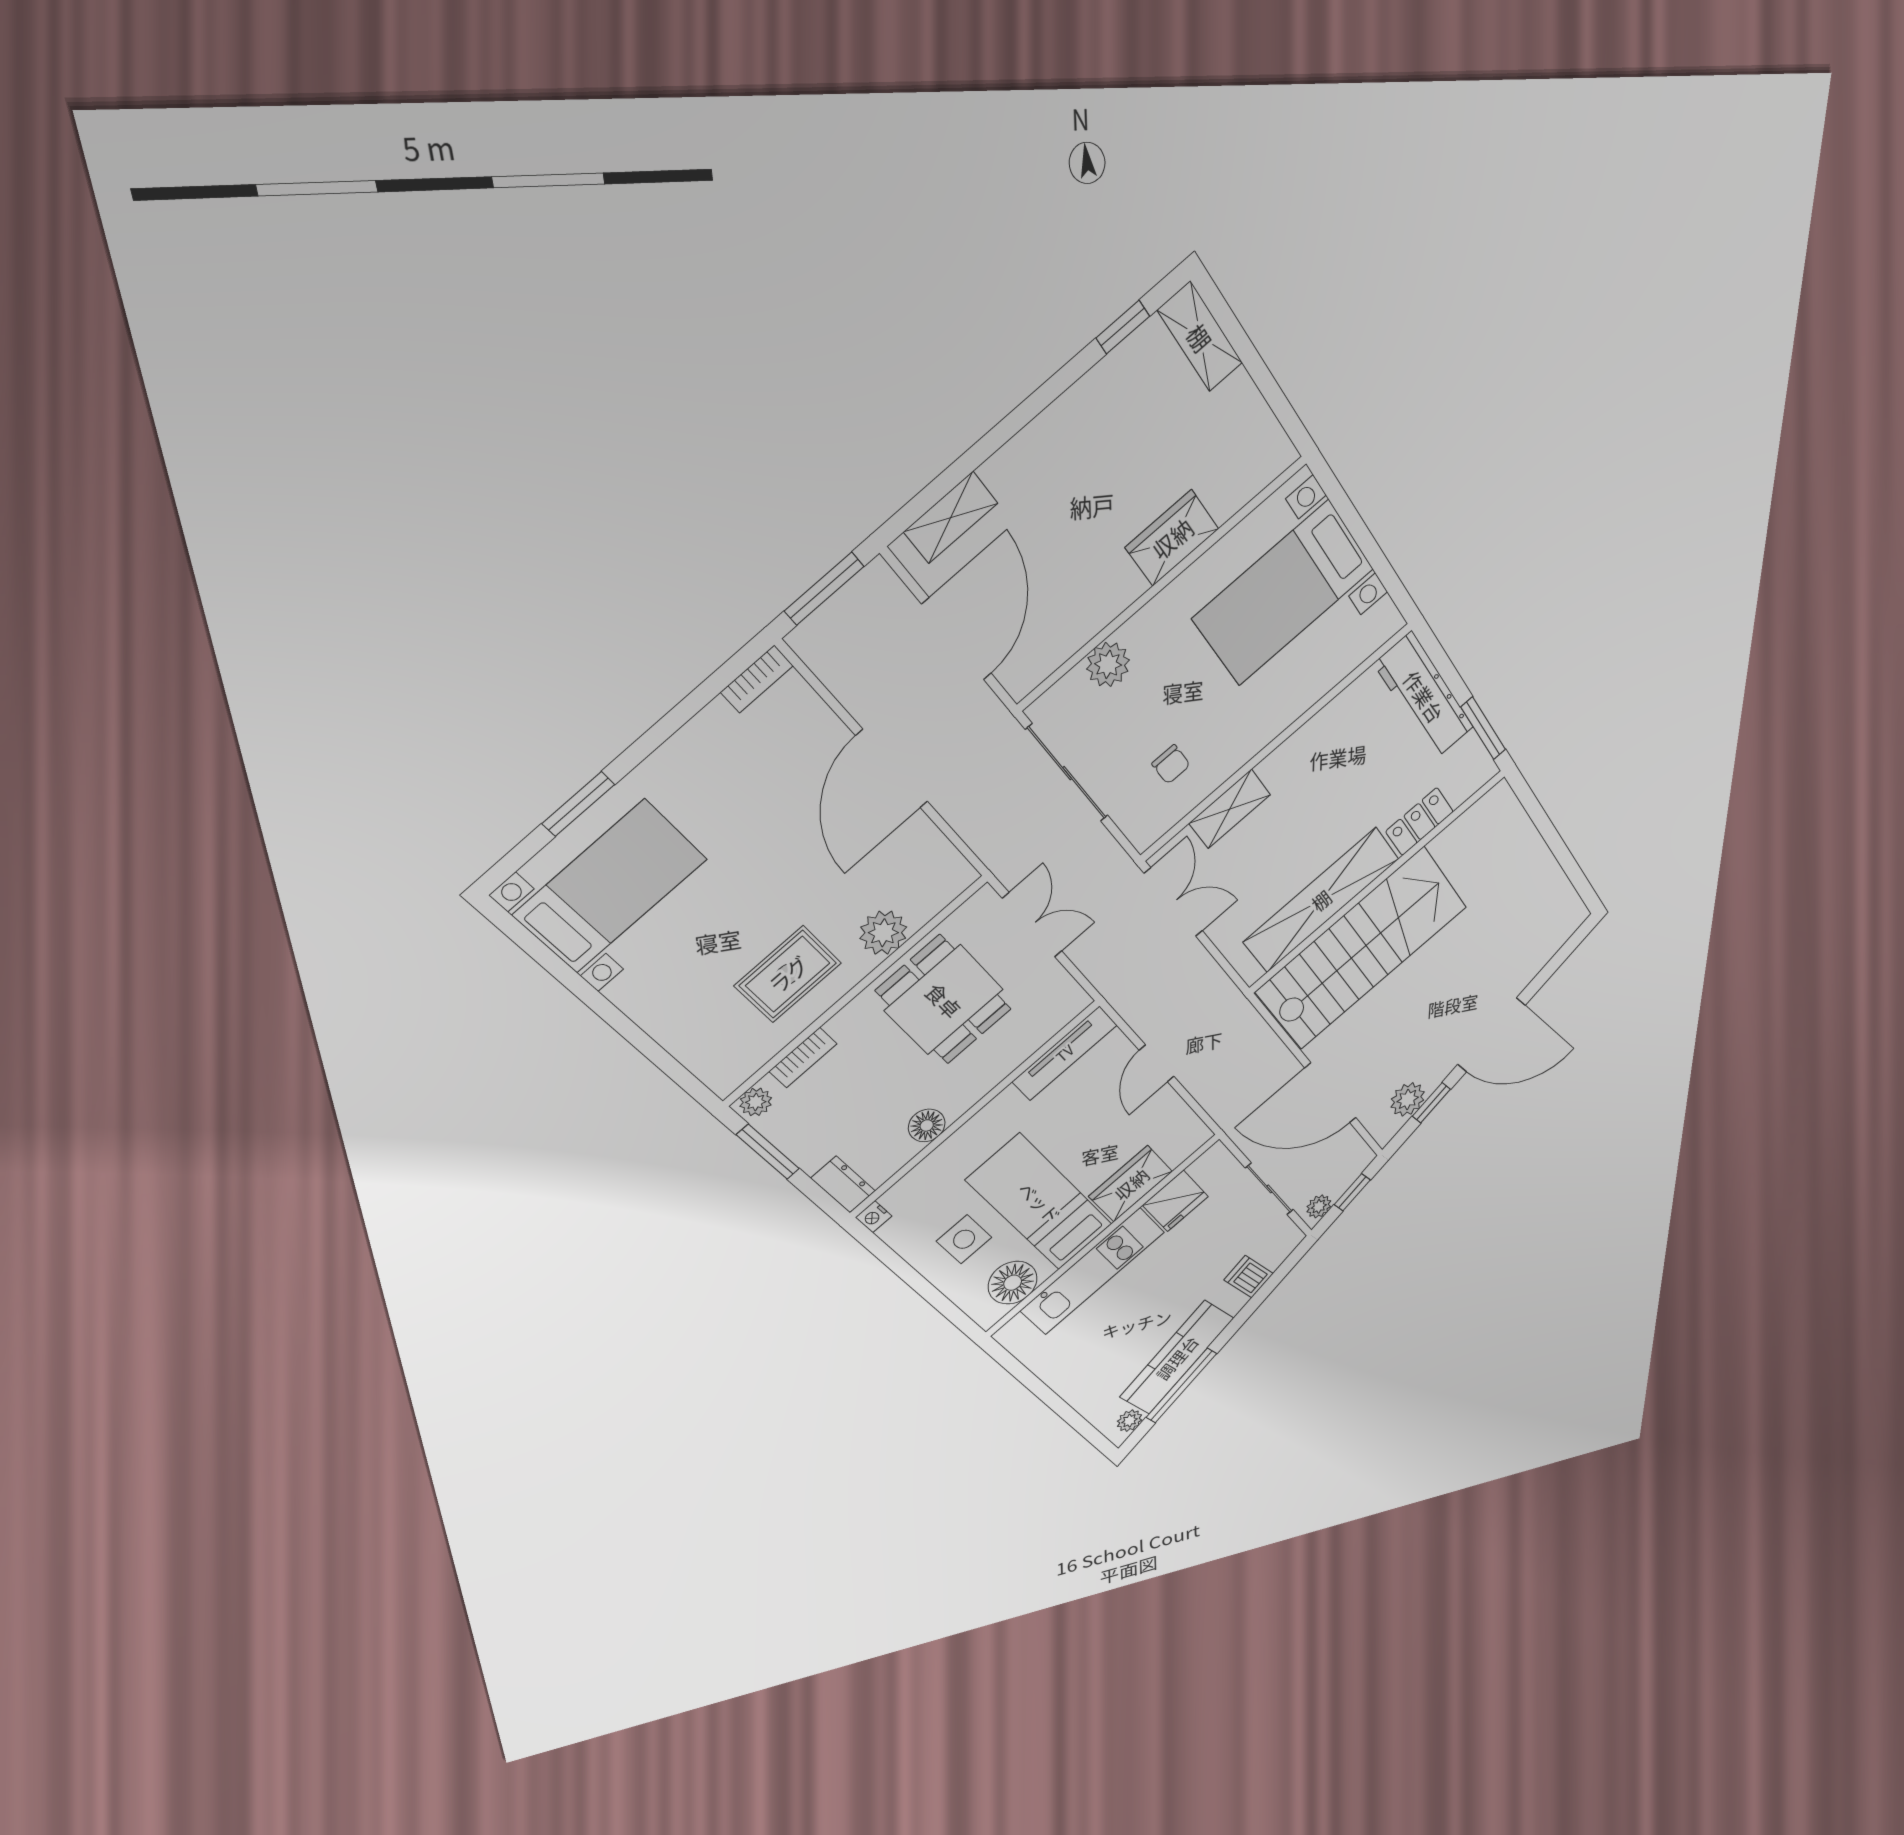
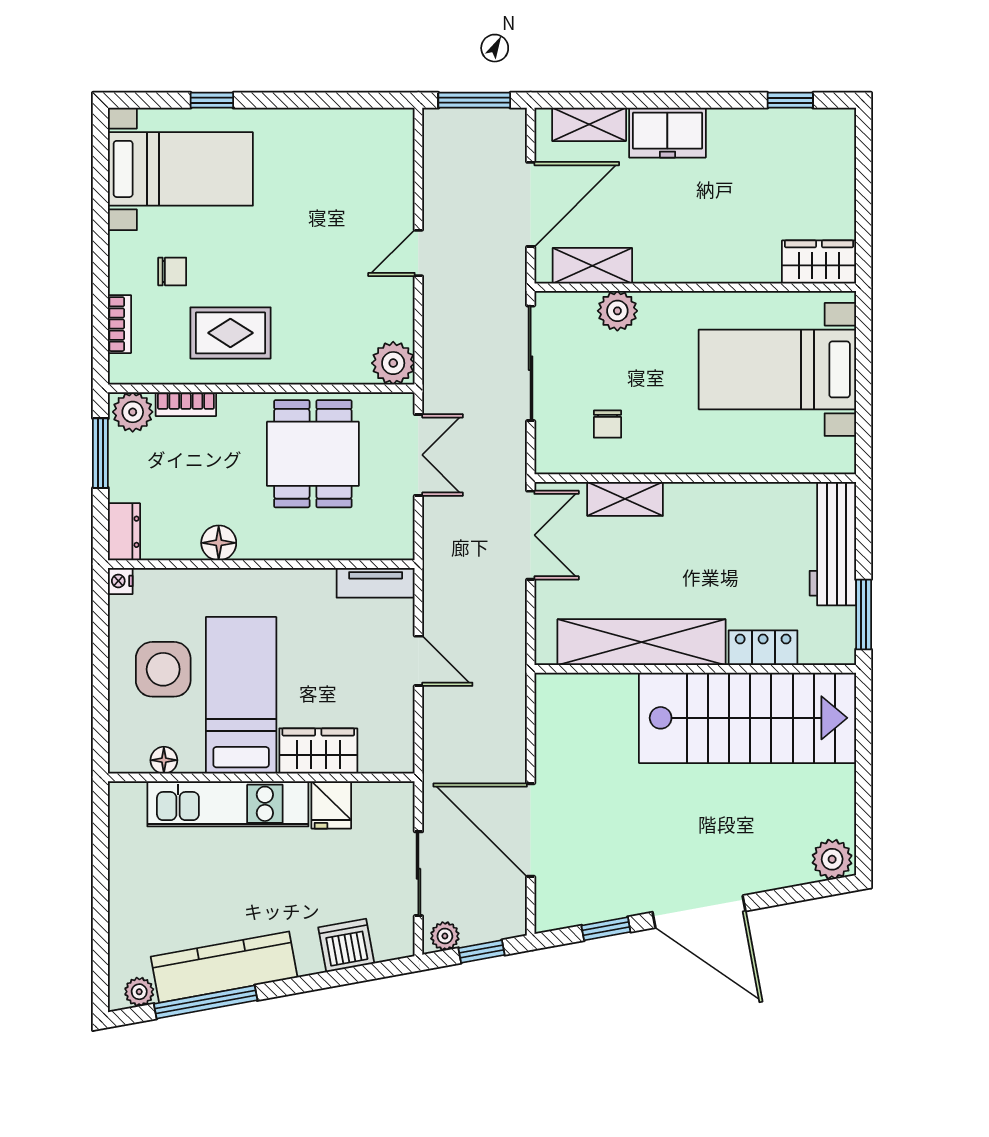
shelving: (1200, 337) -> (592, 266), moved, turned 90
freezer: (1030, 461) -> (667, 133), added
wardrobe: (1172, 538) -> (819, 262), moved
bookcase: (757, 679) -> (119, 324), moved, turned -90
door: (892, 769) -> (418, 253), width x0.53
window: (578, 804) -> (212, 100), width x0.67
plant: (883, 933) -> (393, 363), moved
stairs: (1362, 949) -> (747, 718), moved
chair: (689, 973) -> (172, 272), added
tv unit: (1065, 1053) -> (376, 583), width x0.71
door: (1157, 1063) -> (418, 661), swing flipped
plant: (1408, 1099) -> (832, 859), moved
plant: (756, 1102) -> (133, 412), width x1.38, depth x1.38
fridge: (1175, 1201) -> (331, 805), width x0.72
side table: (964, 1239) -> (163, 669), width x1.37, depth x1.37
dishwasher: (1249, 1277) -> (346, 945), width x1.38
floor lamp: (1013, 1283) -> (164, 760), width x0.53, depth x0.53

